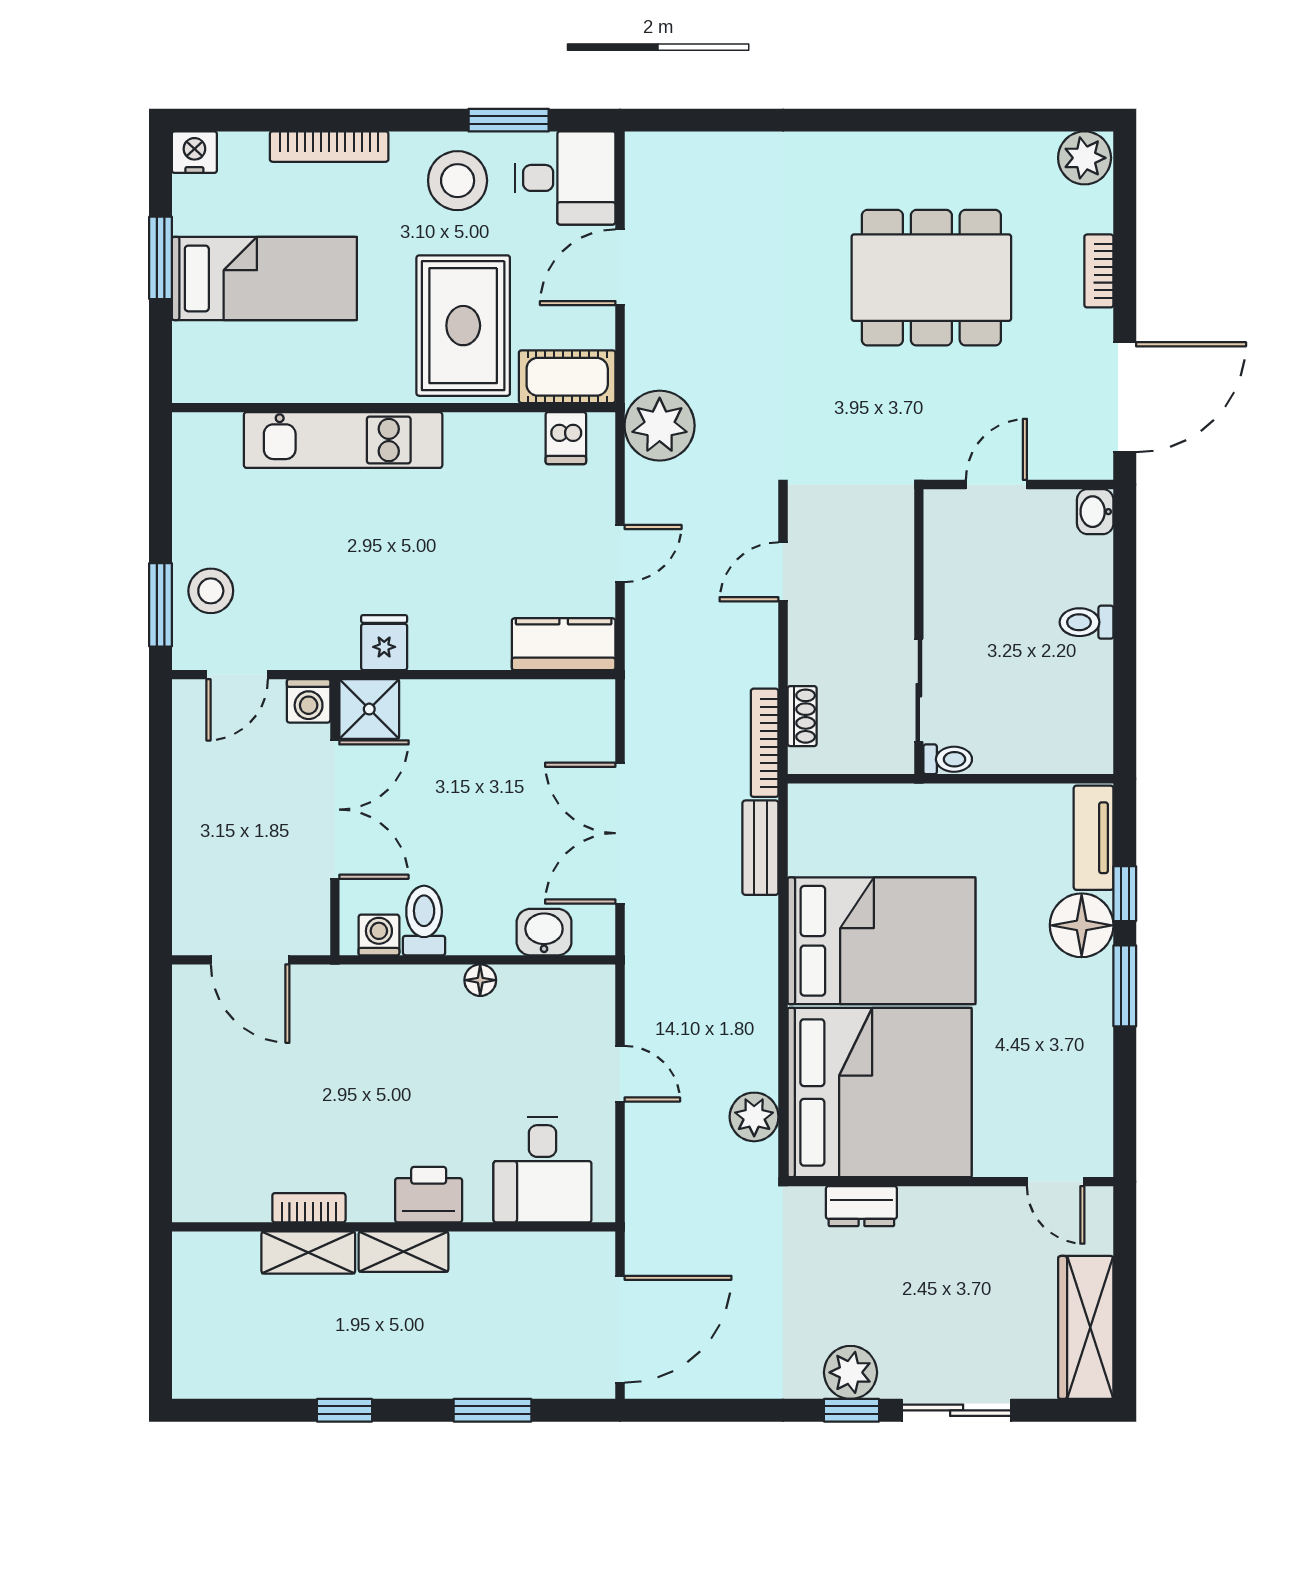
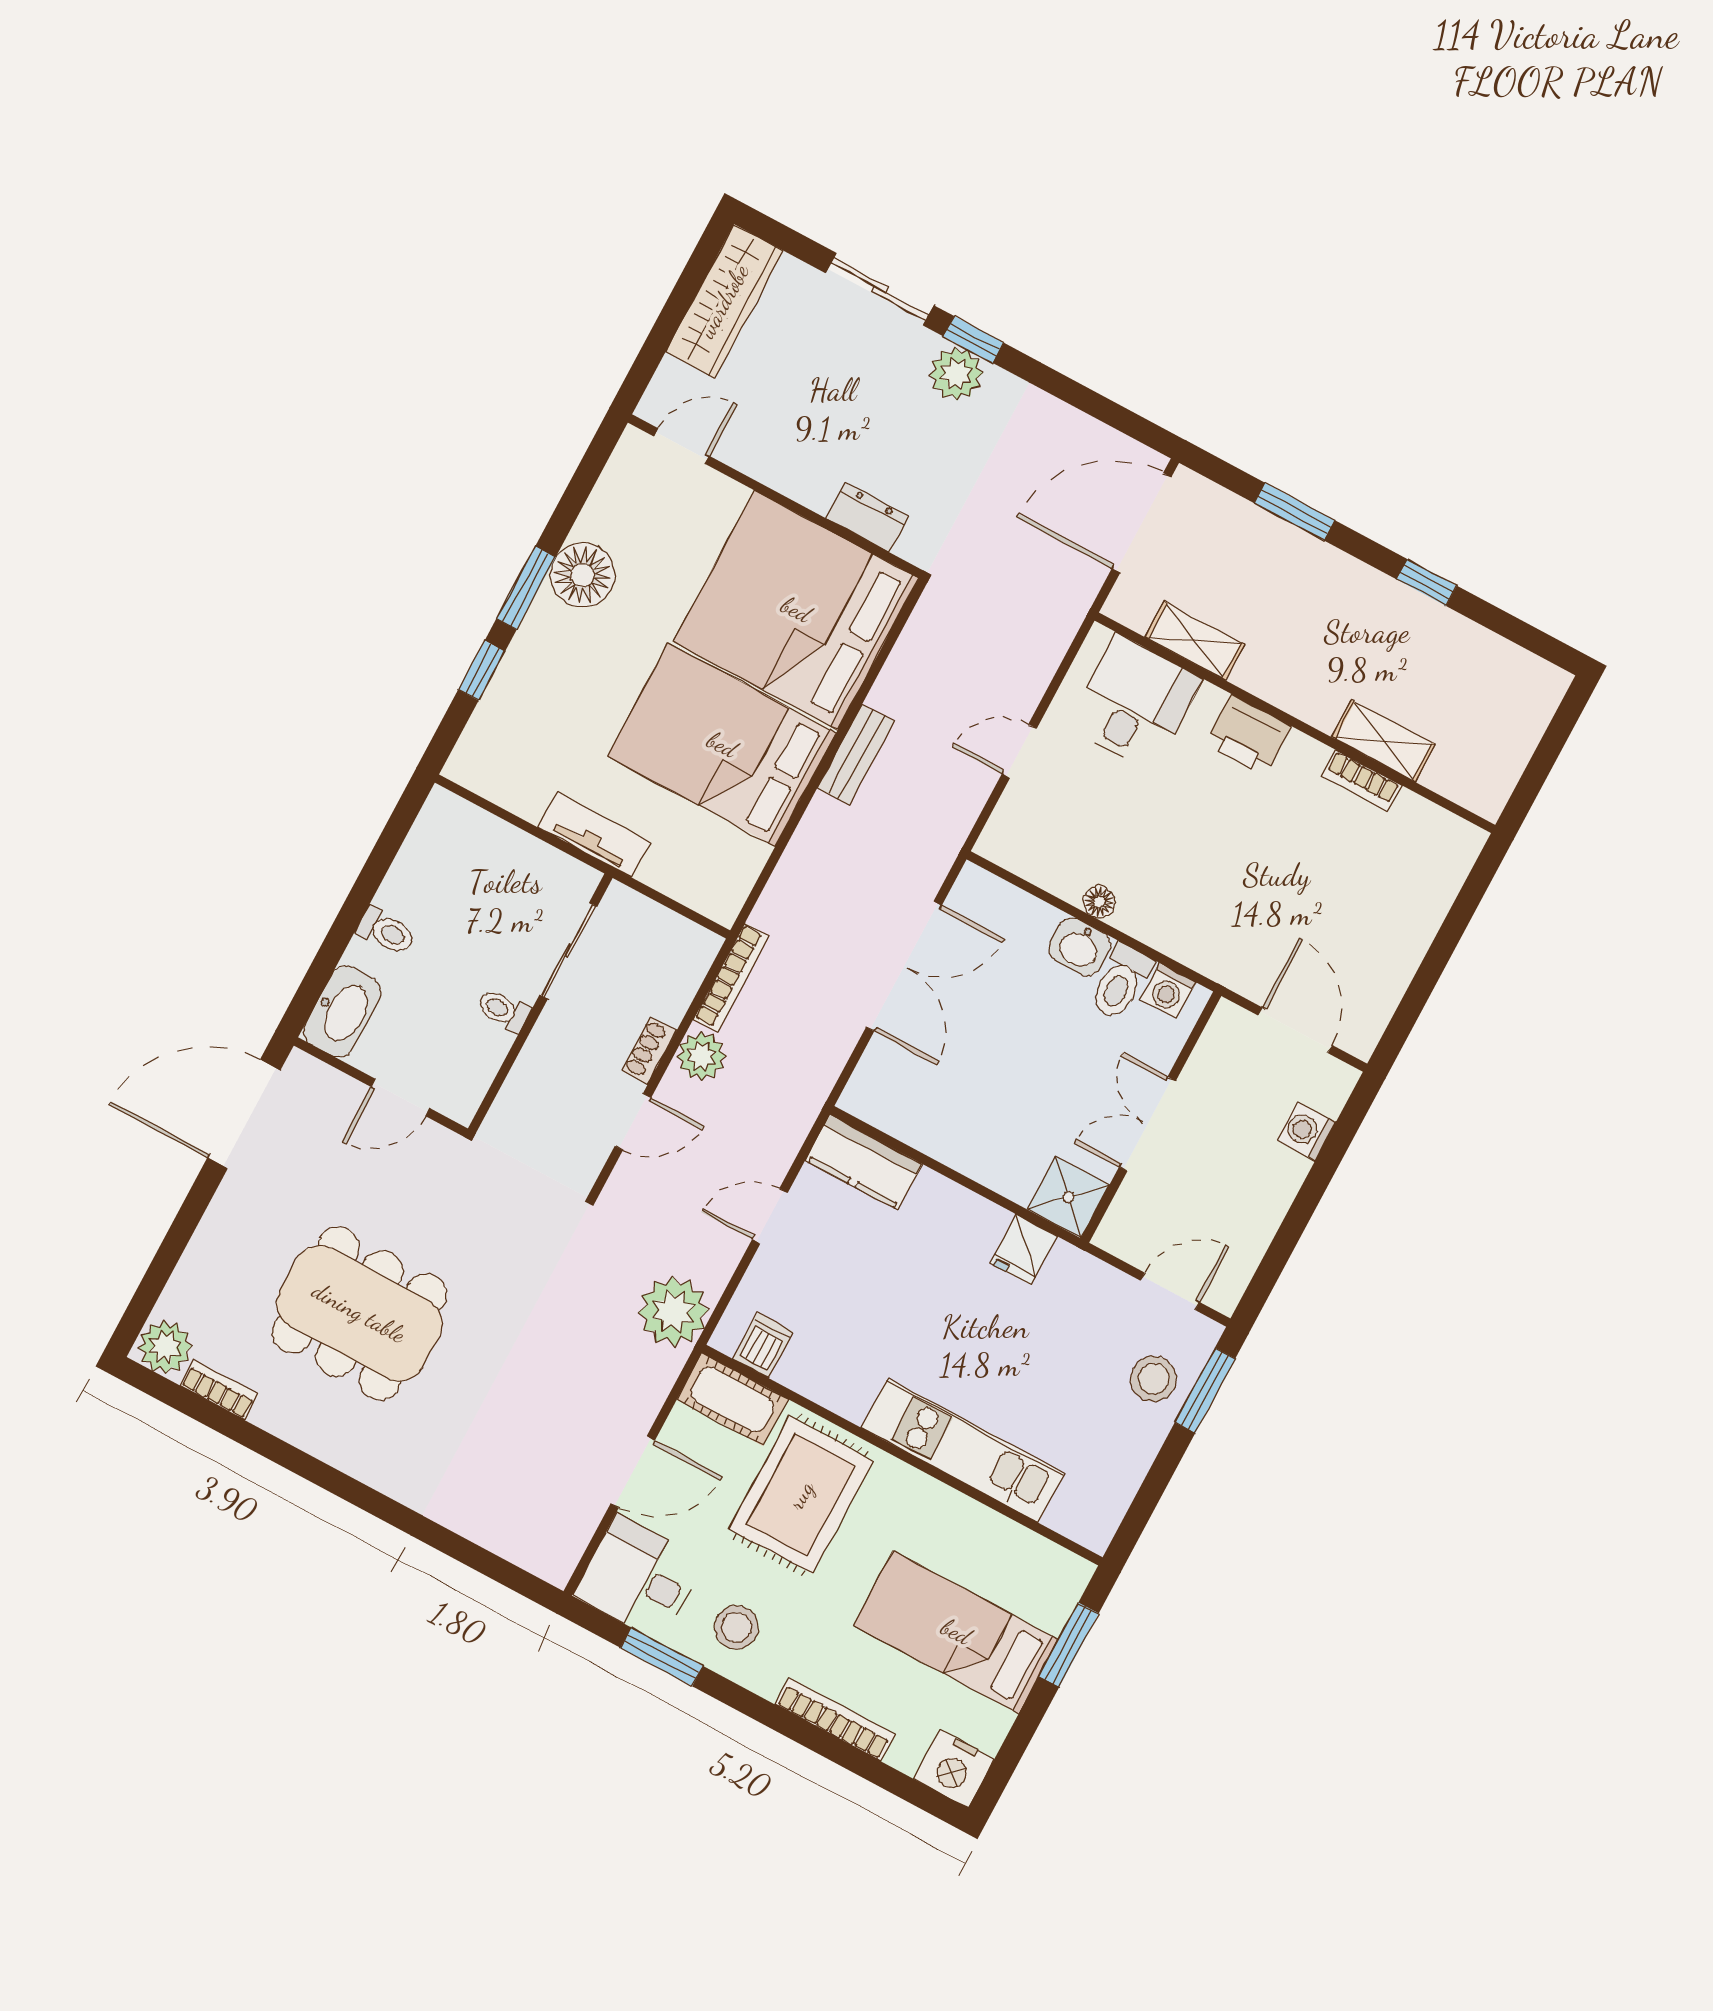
nightstand: (194, 152) -> (954, 1769), width x1.36, depth x1.33
stool: (458, 181) -> (736, 1627), width x0.73, depth x0.73
window: (161, 258) -> (1069, 1645), moved
bookcase: (1099, 271) -> (219, 1390), moved, turned -90
washbasin: (1095, 512) -> (342, 1011), width x1.91, depth x1.45
washing machine: (309, 701) -> (1306, 1131), moved, turned -90
shoe rack: (802, 716) -> (649, 1051), moved
toilet: (948, 759) -> (503, 1010), moved
double door: (335, 810) -> (1147, 1124), width x0.73
tv unit: (1094, 838) -> (594, 835), moved, turned -90
bench: (760, 848) -> (856, 755), moved
floor lamp: (1082, 925) -> (583, 575), moved
washbasin: (544, 932) -> (1080, 947), moved
door: (620, 1074) -> (1019, 751), hinge flipped
plant: (754, 1117) -> (701, 1056), moved
door: (1056, 1182) -> (682, 446), hinge flipped
shelving: (404, 1252) -> (1195, 641), moved

